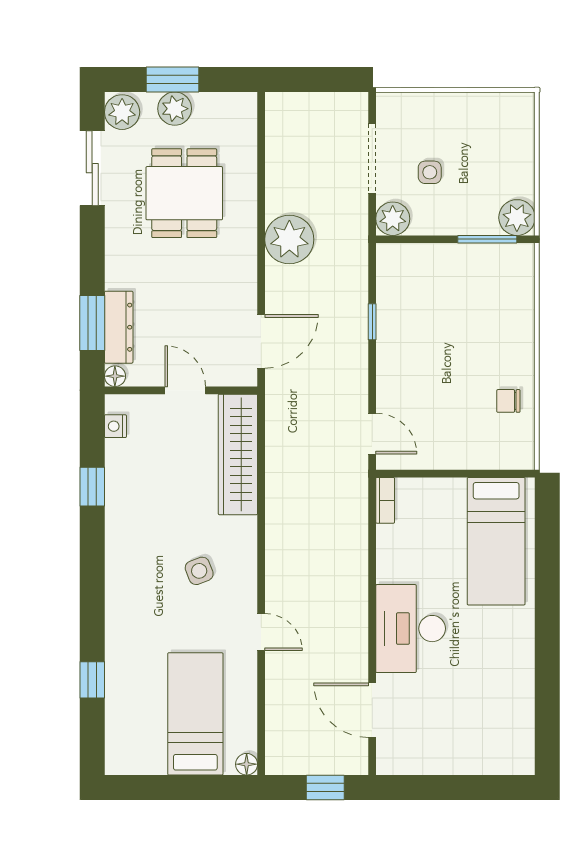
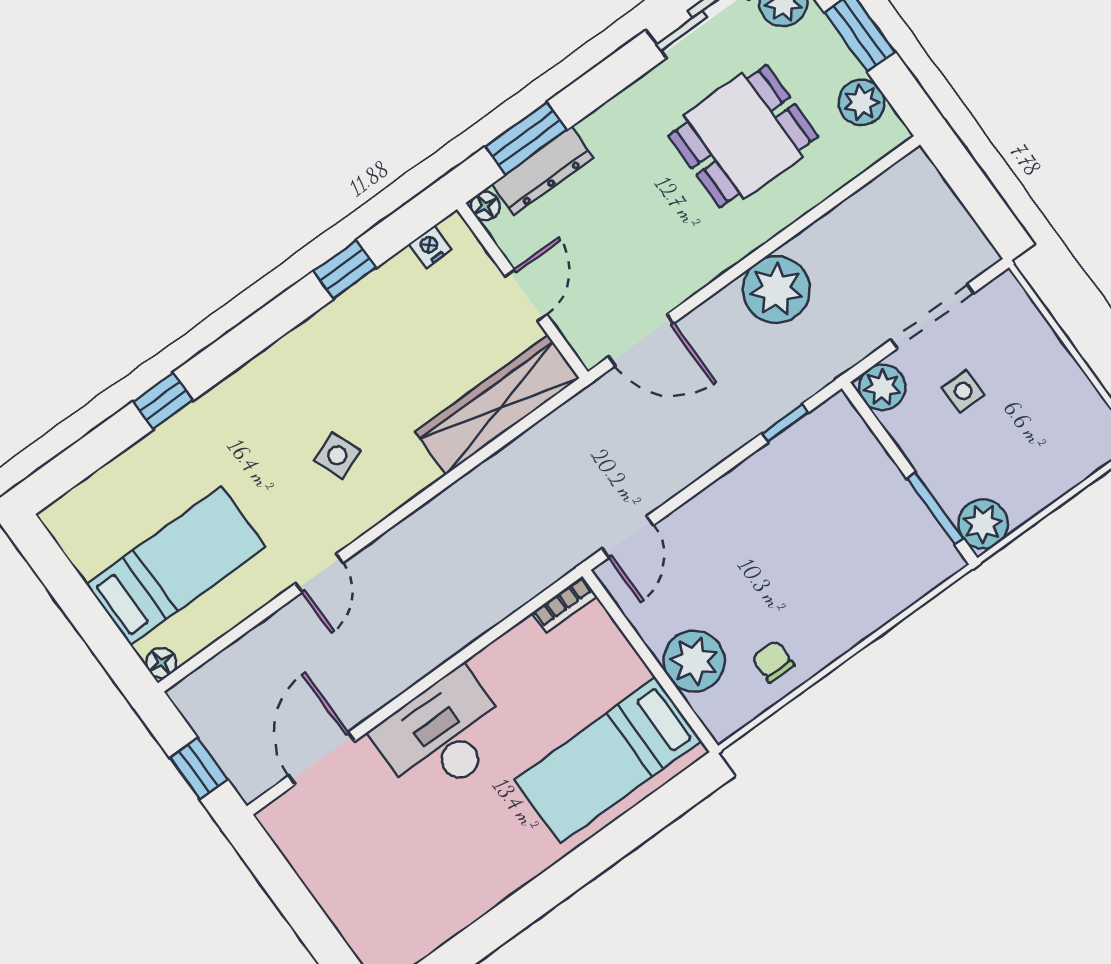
plant: (175, 109) -> (862, 102), moved
window: (372, 322) -> (785, 423), moved
plant: (474, 448) -> (694, 661), added
window: (92, 680) -> (163, 401), moved

